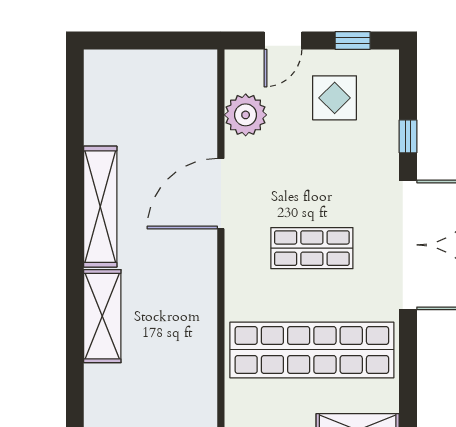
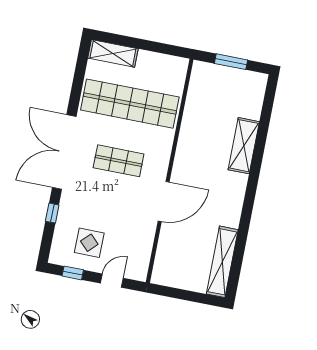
plant: (246, 115) -> (141, 243), removed
shelving: (100, 207) -> (222, 262), moved

